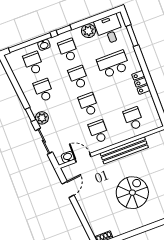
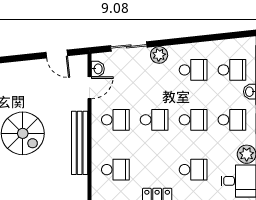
school desk: (113, 64) -> (193, 170), width x0.54
window: (31, 114) -> (169, 42), removed

